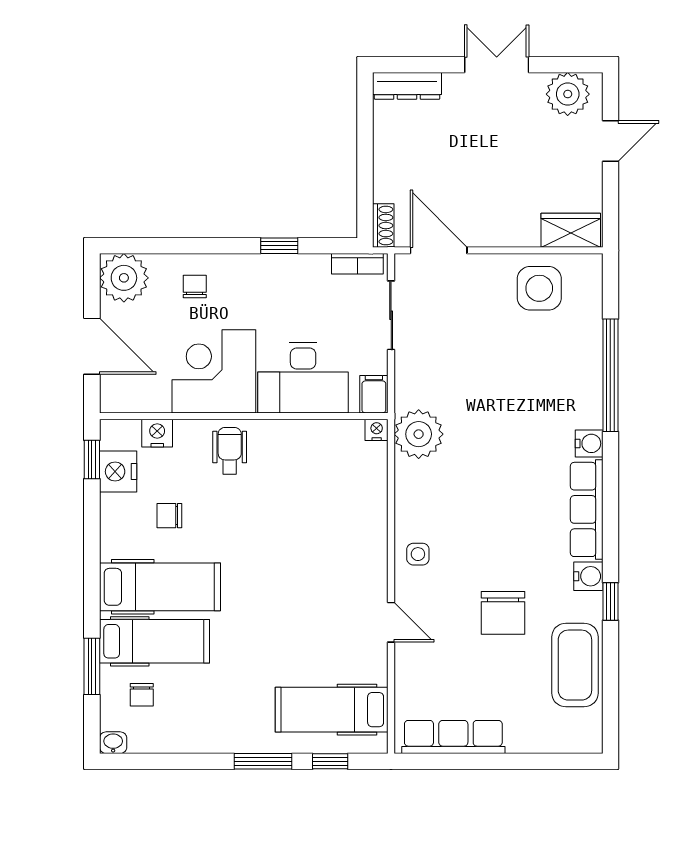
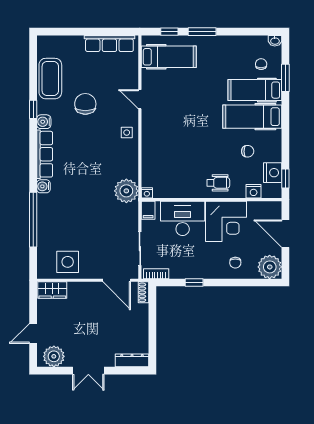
wheelchair: (230, 451) -> (218, 183), turned -90

